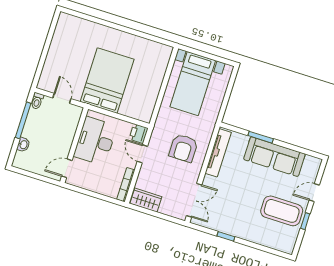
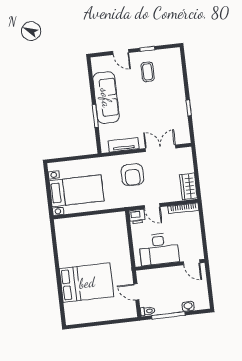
bed: (107, 81) -> (87, 283), moved, turned 180
door: (62, 98) -> (136, 292), hinge flipped
armchair: (183, 148) -> (132, 175), turned 90
tv unit: (218, 153) -> (124, 145), width x0.71
door: (142, 154) -> (152, 206), hinge flipped
double door: (194, 200) -> (160, 148), moved
coffee table: (282, 211) -> (148, 72), width x0.54, depth x0.58

